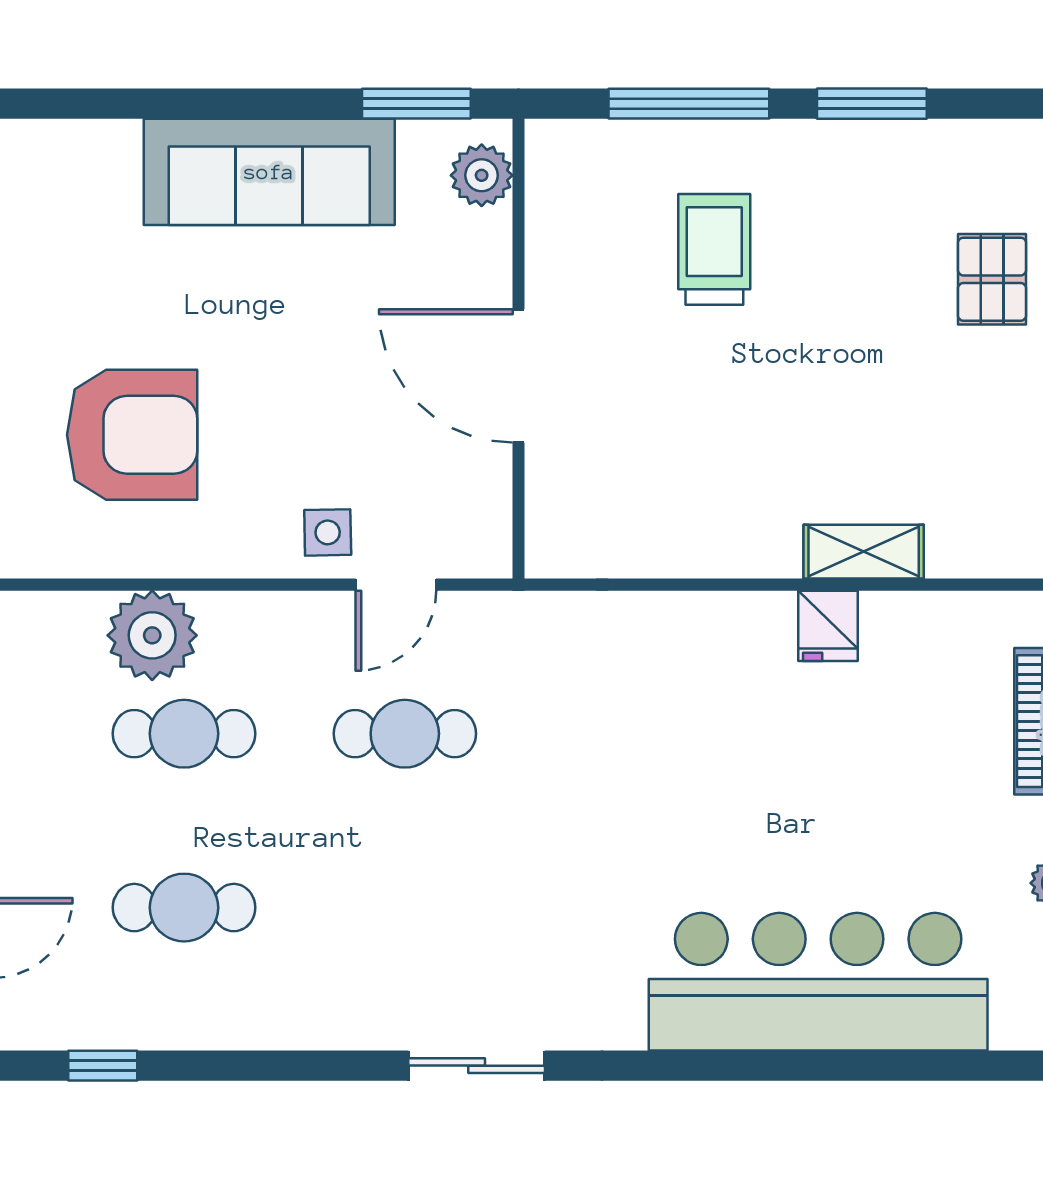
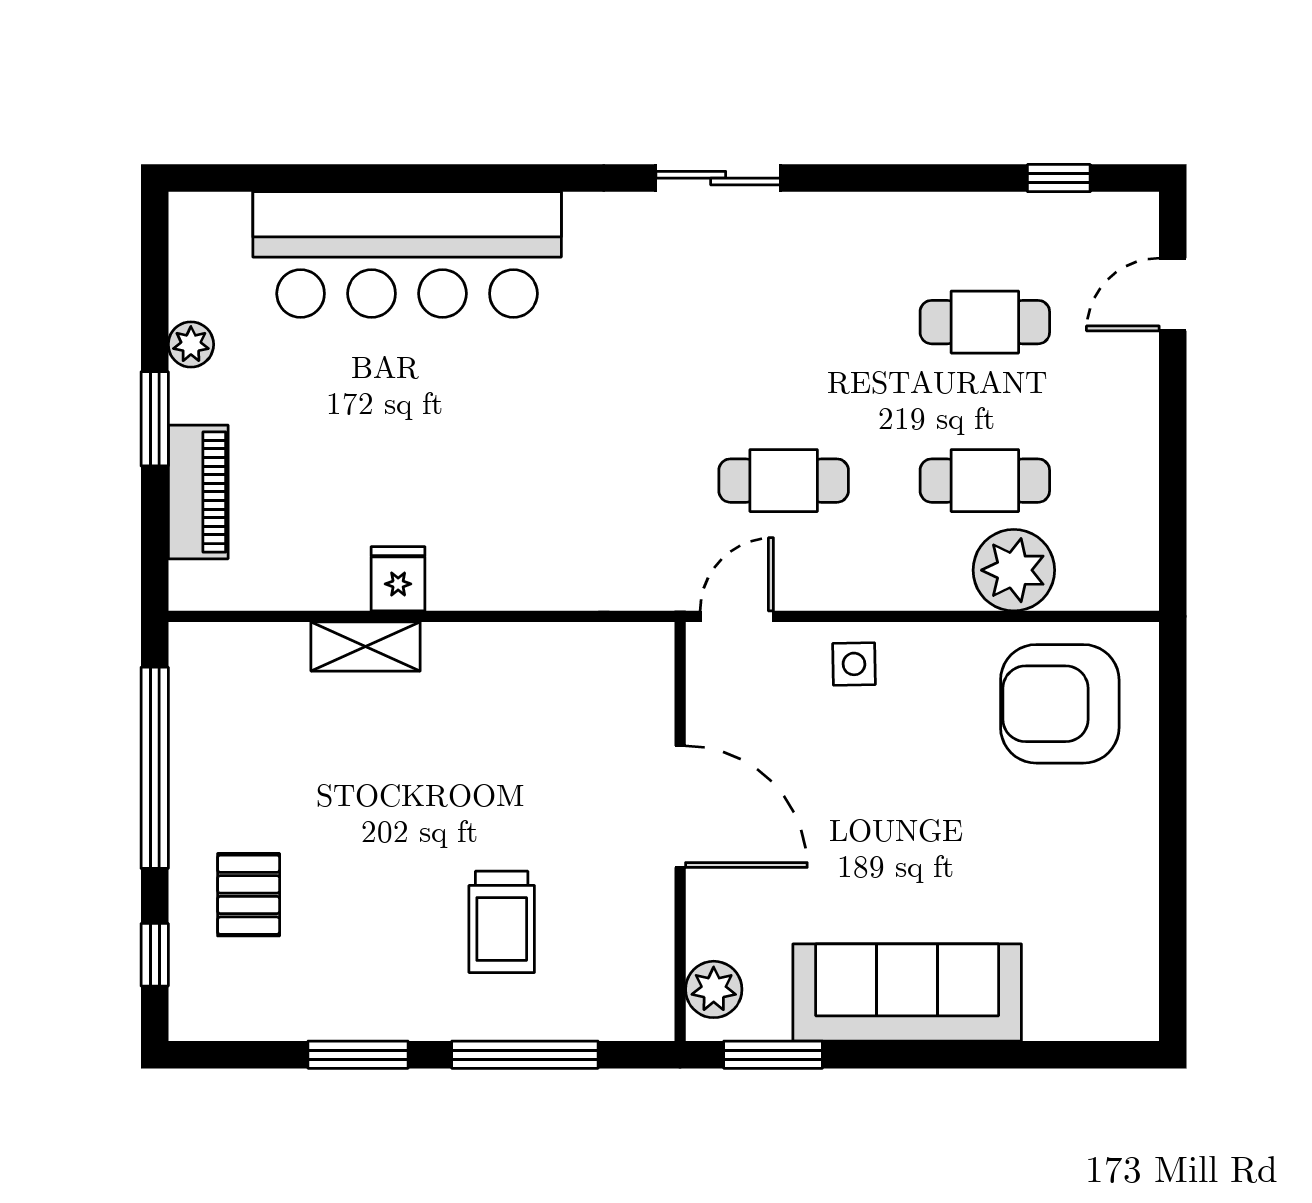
armchair: (132, 435) -> (1060, 704), moved
door: (396, 585) -> (737, 616), moved

